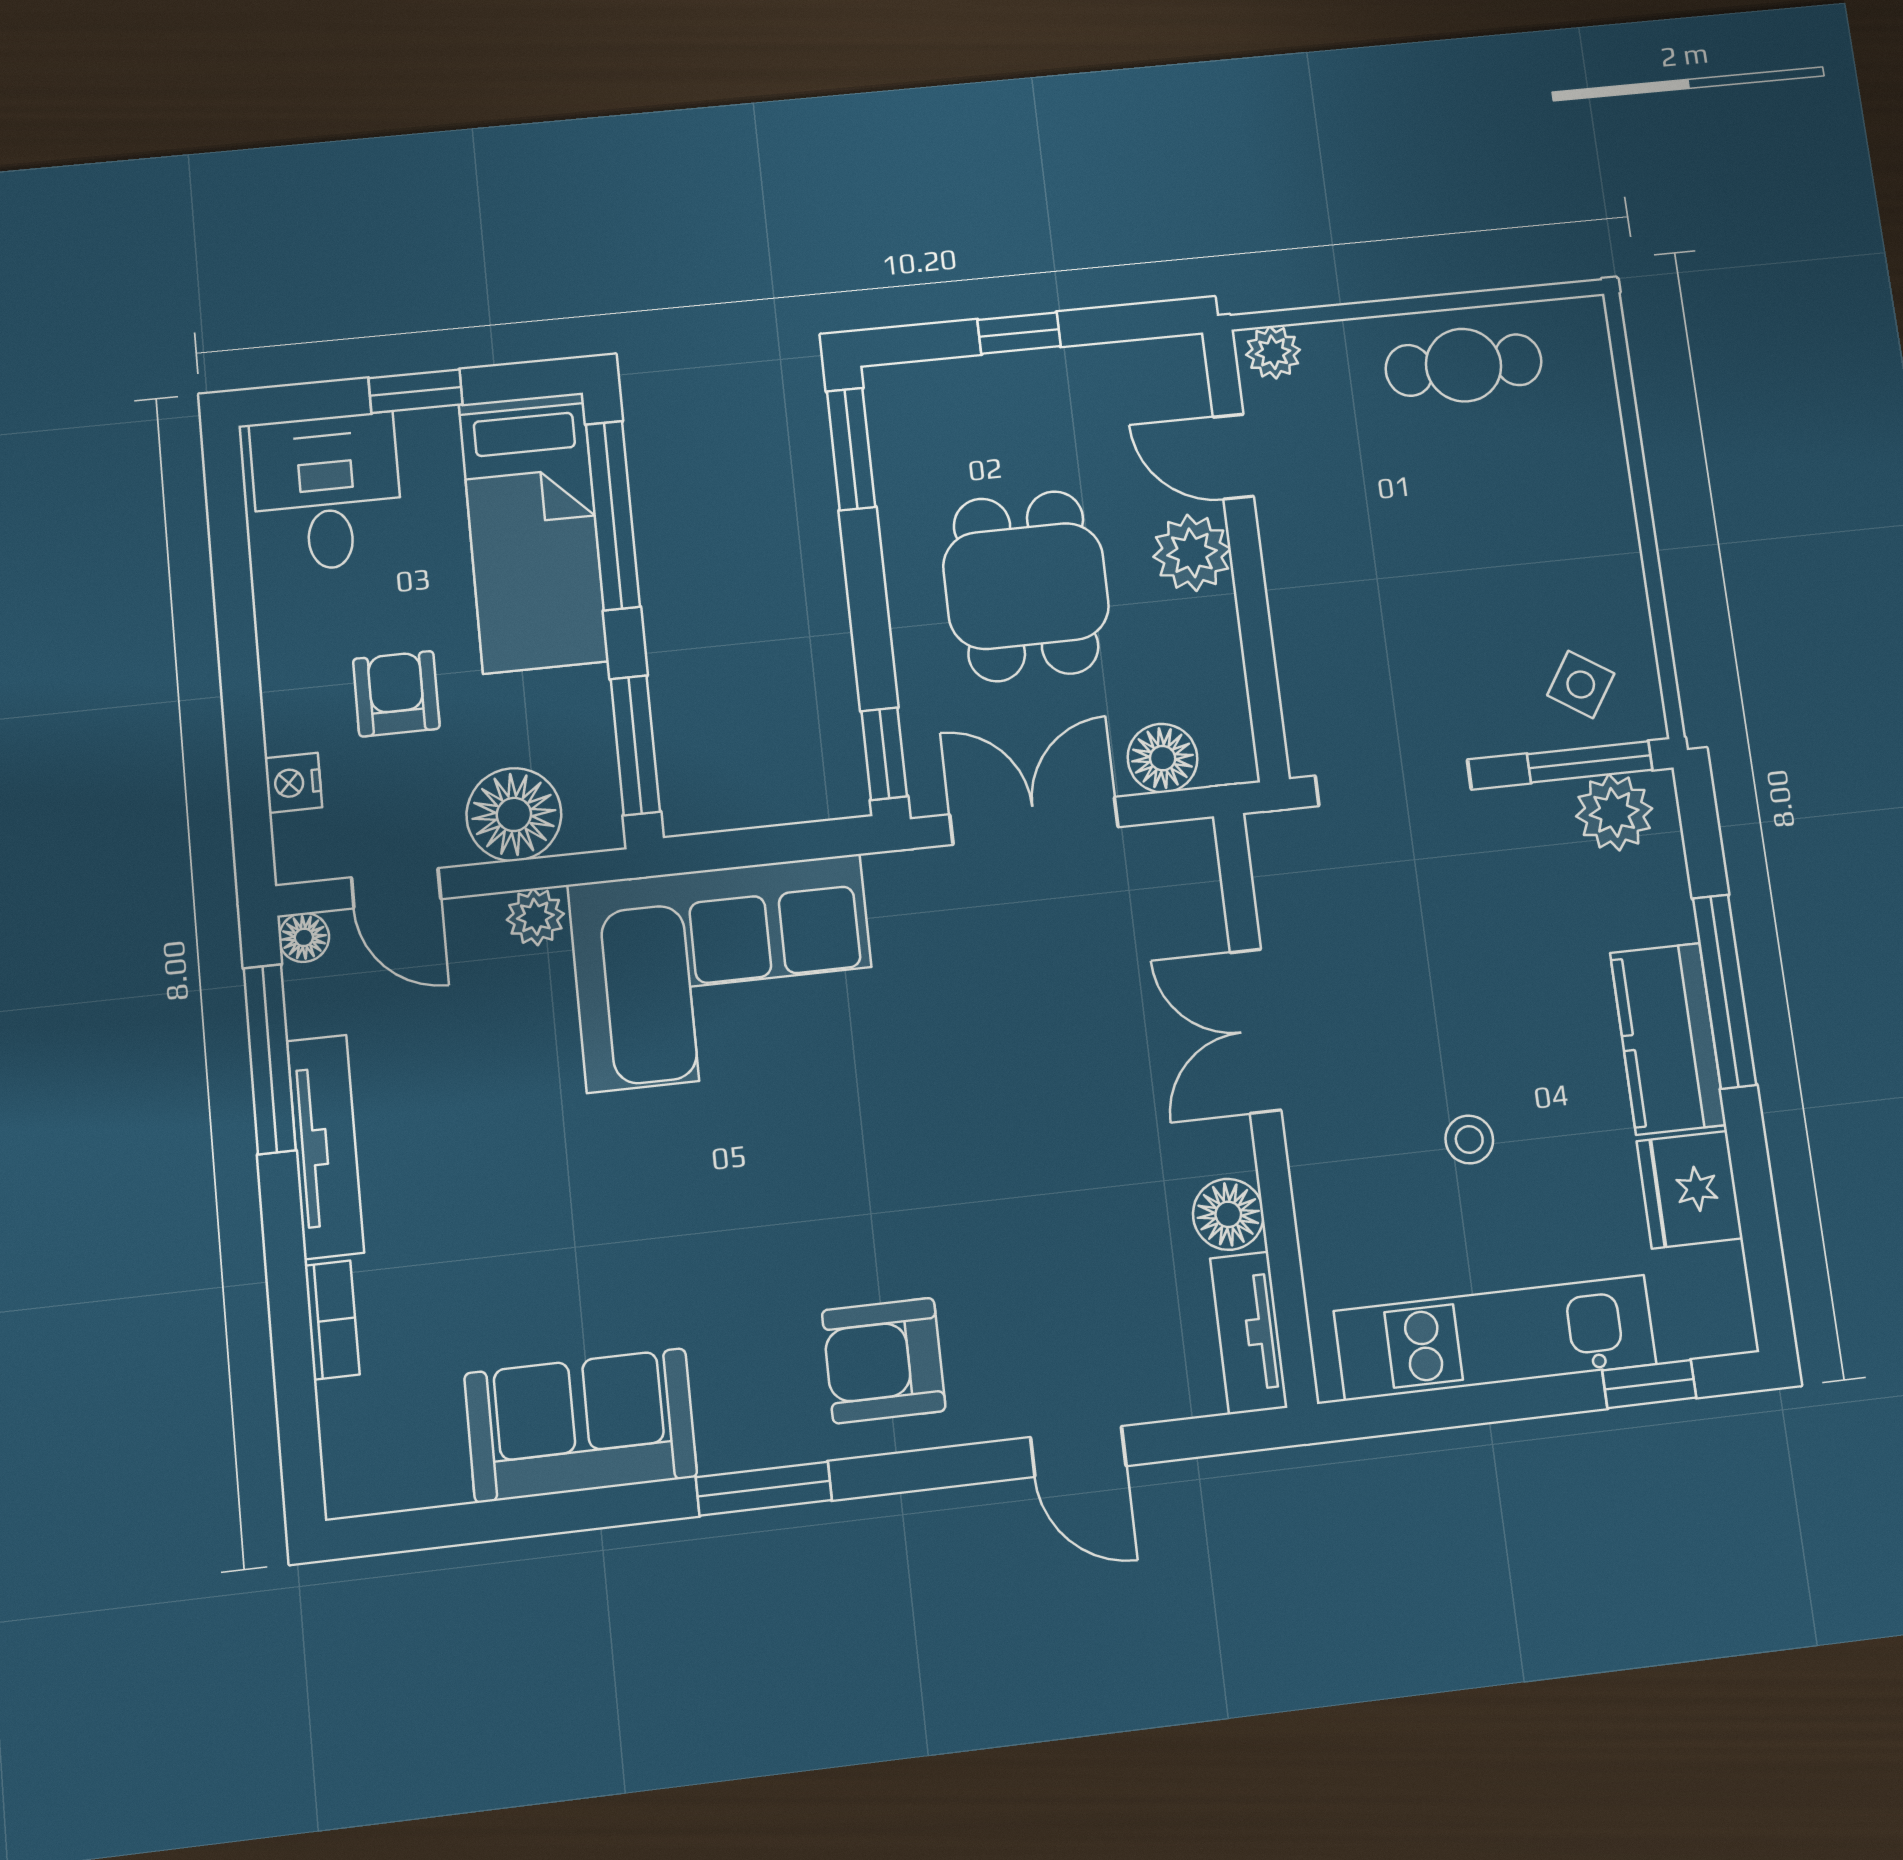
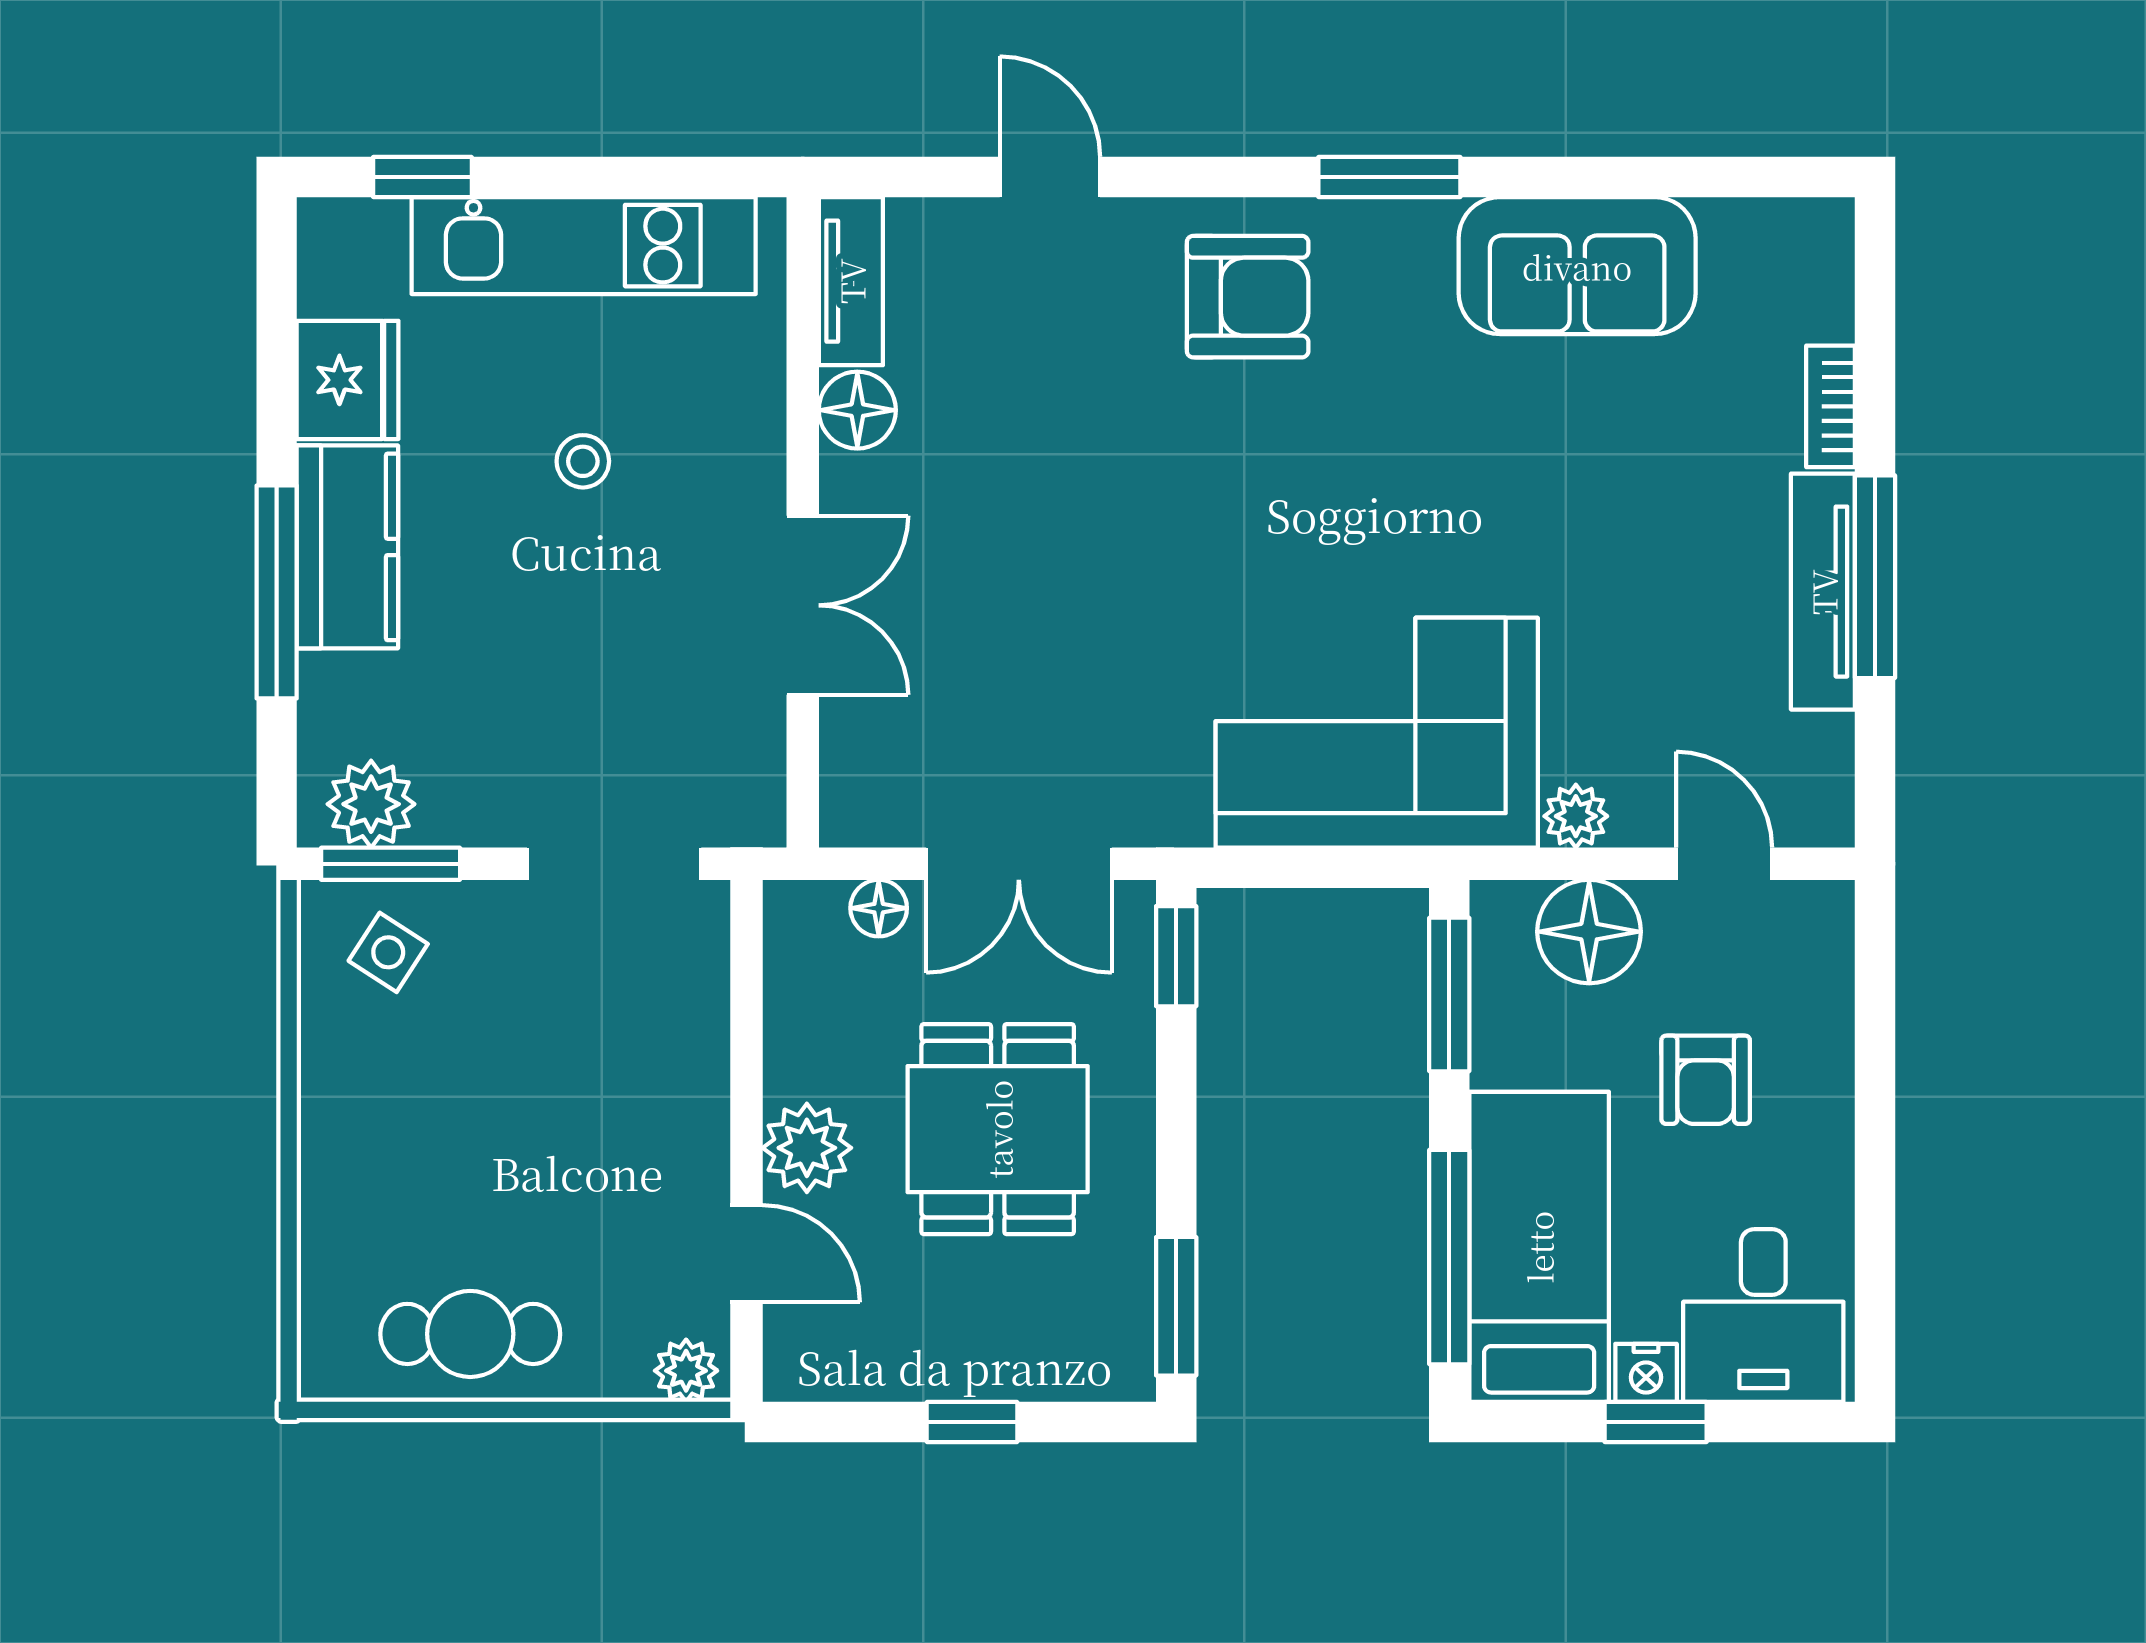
floor lamp: (1163, 758) -> (879, 908), width x0.73, depth x0.73
nightstand: (293, 783) -> (1646, 1373), moved, turned 90
floor lamp: (304, 937) -> (1828, 821), removed
window: (270, 1059) -> (1875, 577), moved

